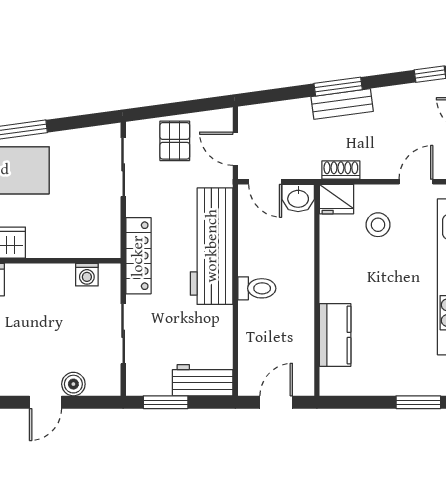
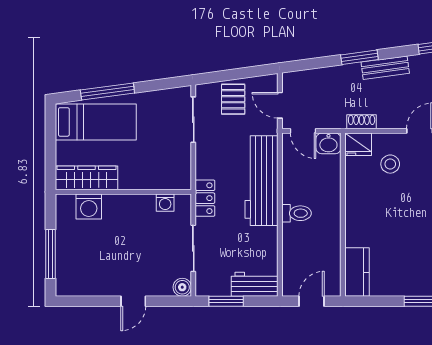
bench: (342, 104) -> (385, 68), moved
locker: (138, 256) -> (205, 198), width x0.66
kitchen counter: (335, 335) -> (357, 272), moved
boiler: (73, 384) -> (182, 287), moved

